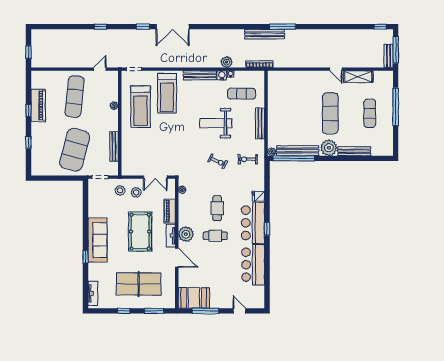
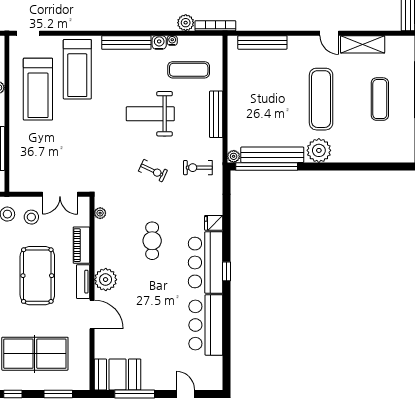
plant: (227, 62) -> (186, 23), moved
bench: (354, 151) -> (262, 42), moved
cafe table: (215, 236) -> (149, 282), removed

